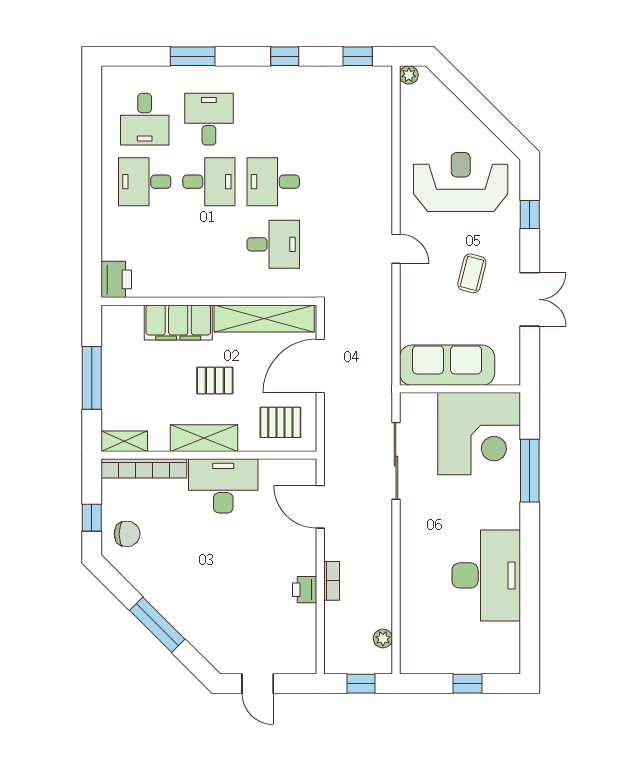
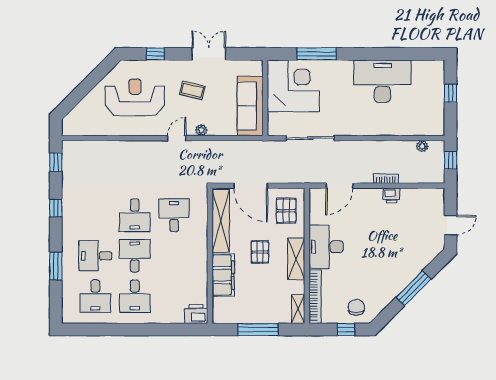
plant: (409, 75) -> (201, 130), moved
desk: (145, 119) -> (95, 296), turned 90
reception desk: (461, 182) -> (135, 97), turned 90

